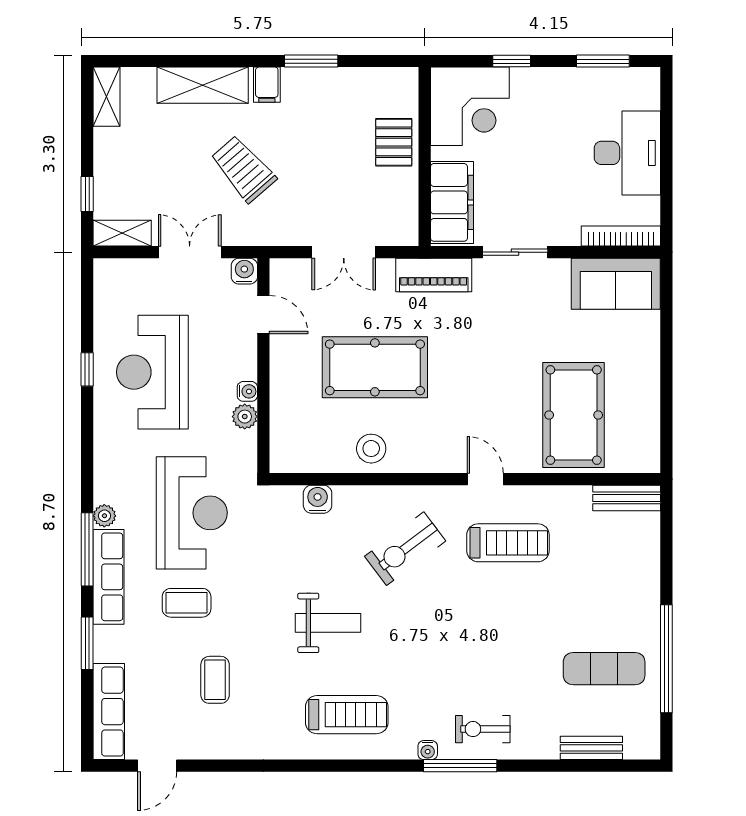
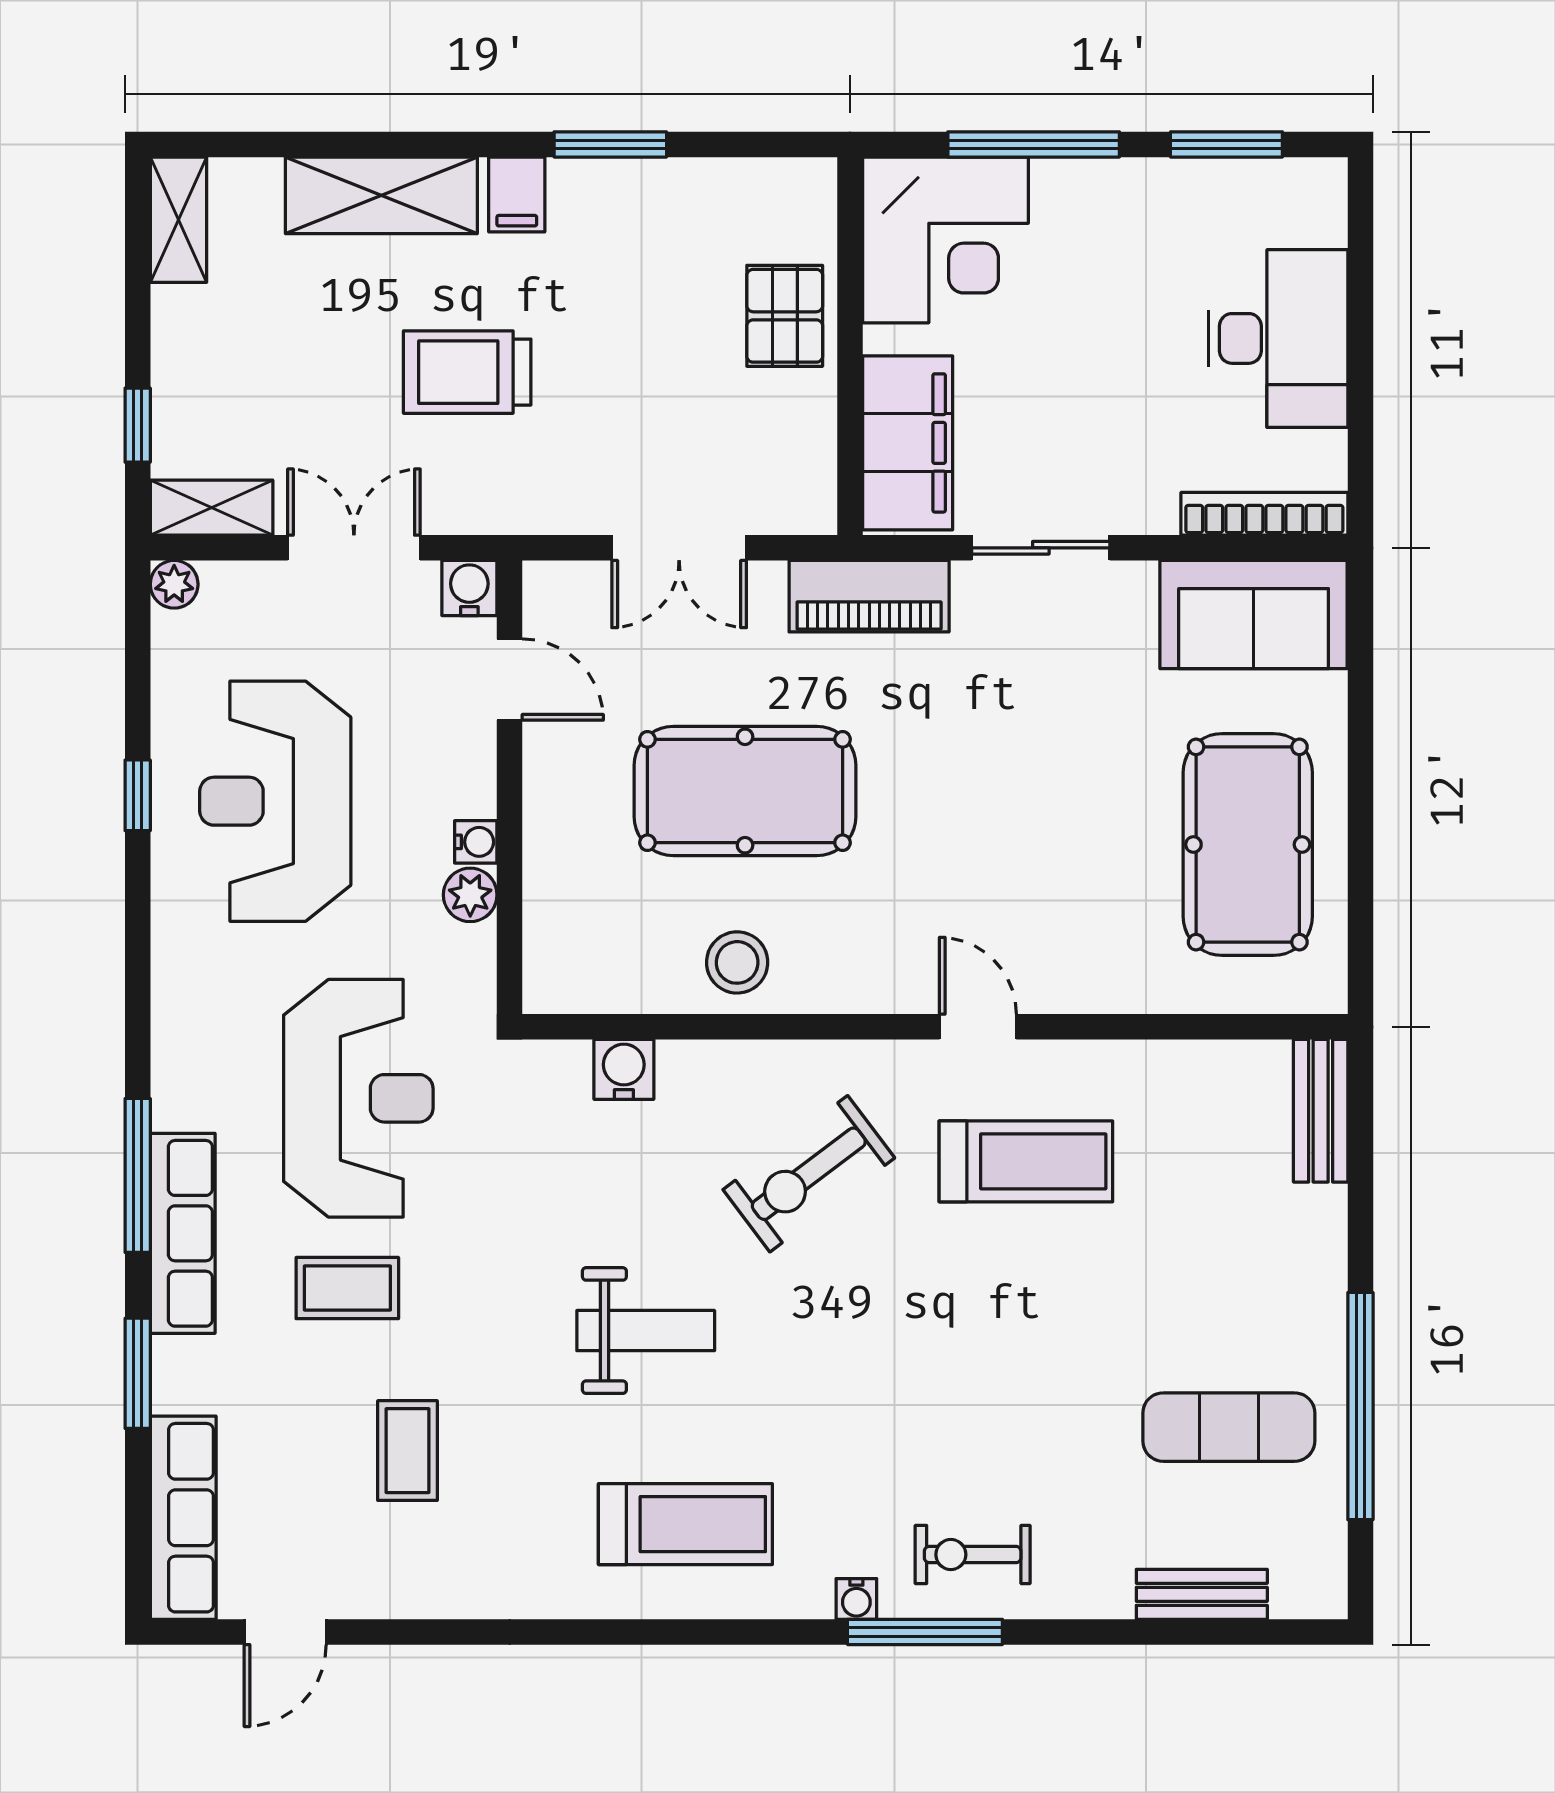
window: (512, 61) -> (1034, 144), width x2.17
trolley: (243, 169) -> (467, 372), turned -49
pool table: (574, 415) -> (1248, 844), moved
bench: (627, 498) -> (1321, 1111), moved, turned 90
plant: (104, 516) -> (174, 584), moved

